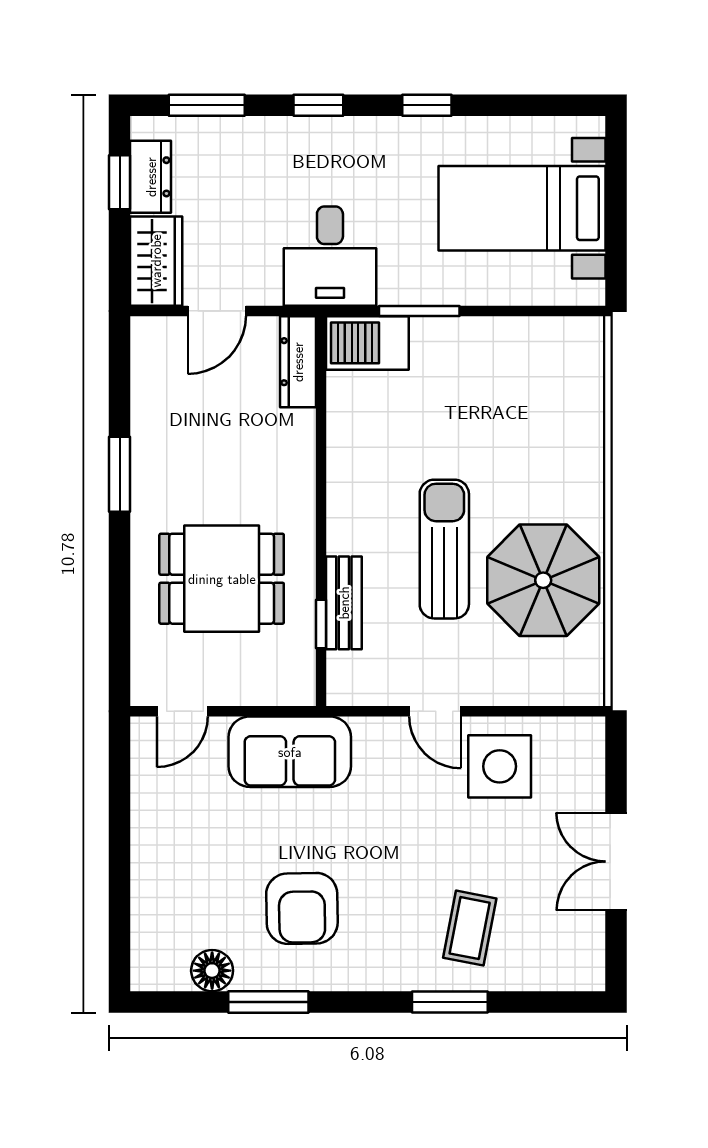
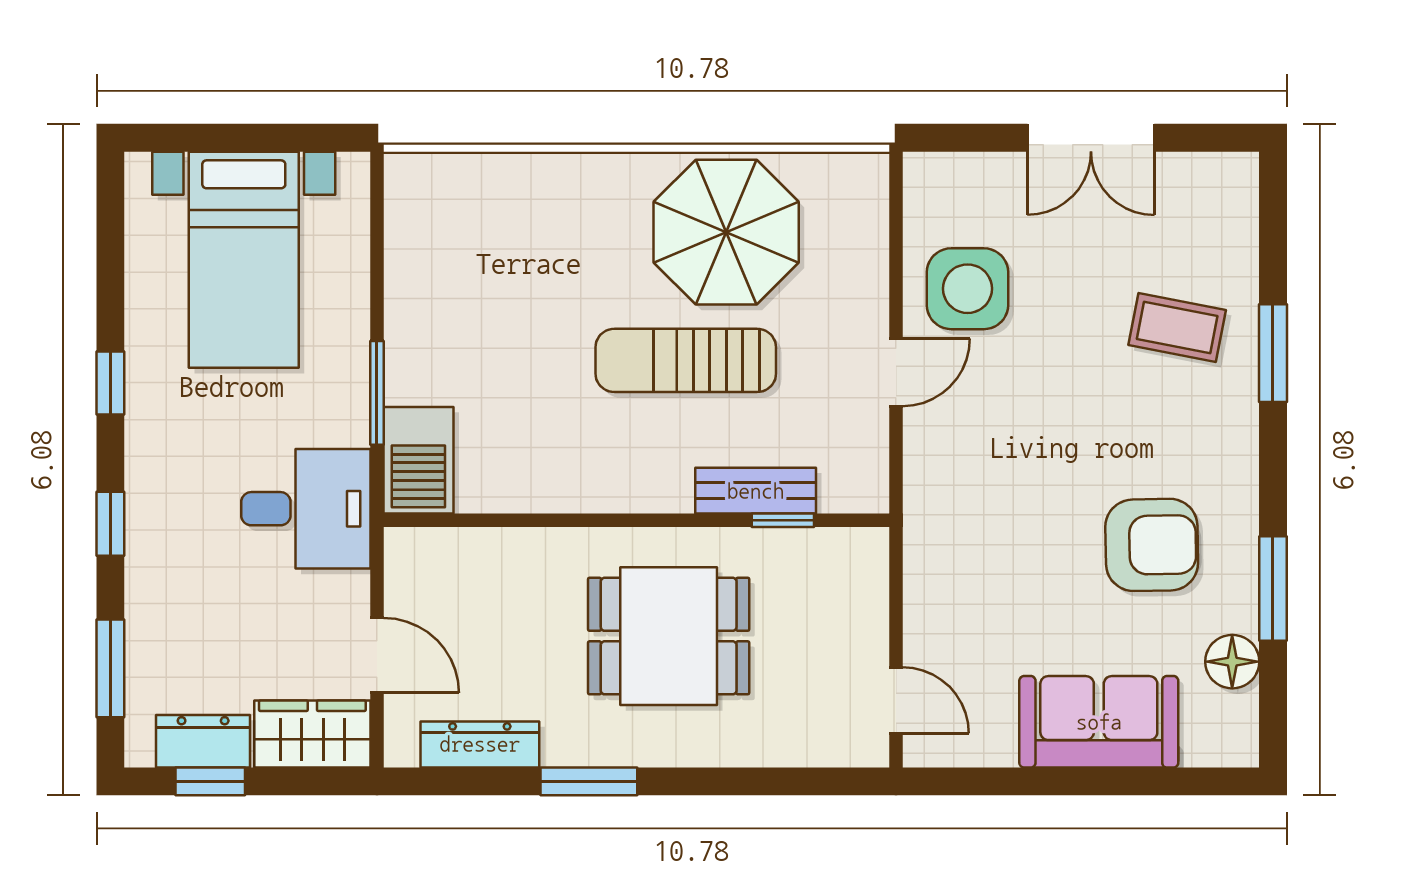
dresser: (298, 362) -> (480, 744), moved, turned 180
dining table: (222, 579) -> (669, 636), moved, turned 90
sofa: (290, 752) -> (1099, 722), moved, turned -90

